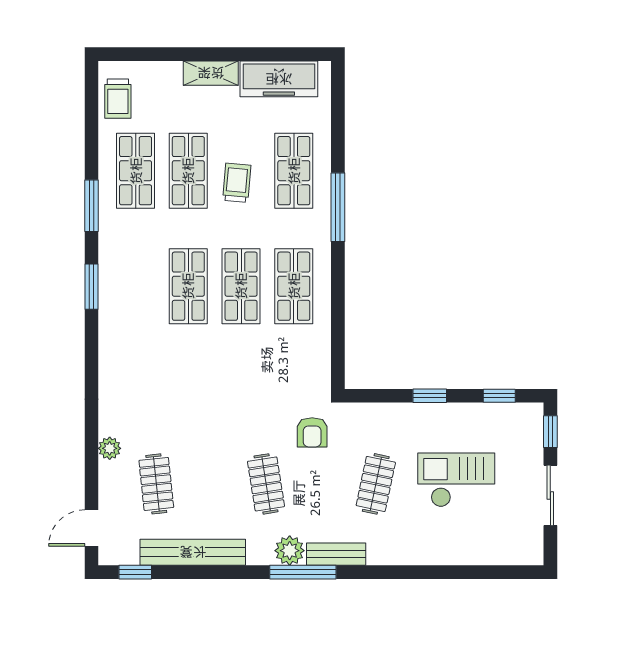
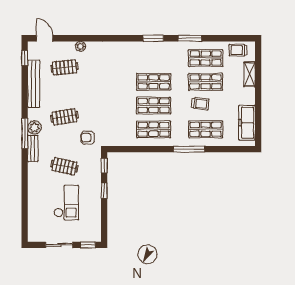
shelving: (211, 73) -> (249, 74), moved
window: (499, 396) -> (104, 166), moved

